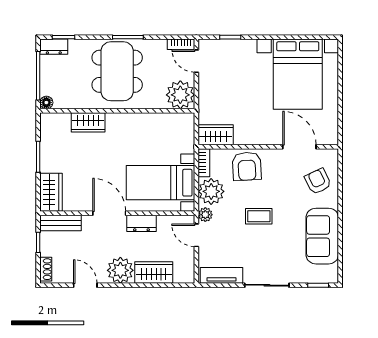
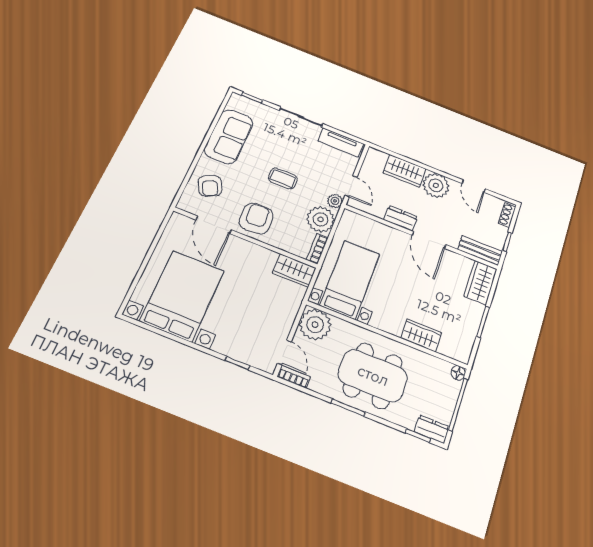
dining table: (117, 71) -> (373, 376), turned 90
armchair: (247, 166) -> (256, 219), moved
bed with nightstands: (160, 183) -> (350, 280), moved, turned -90

